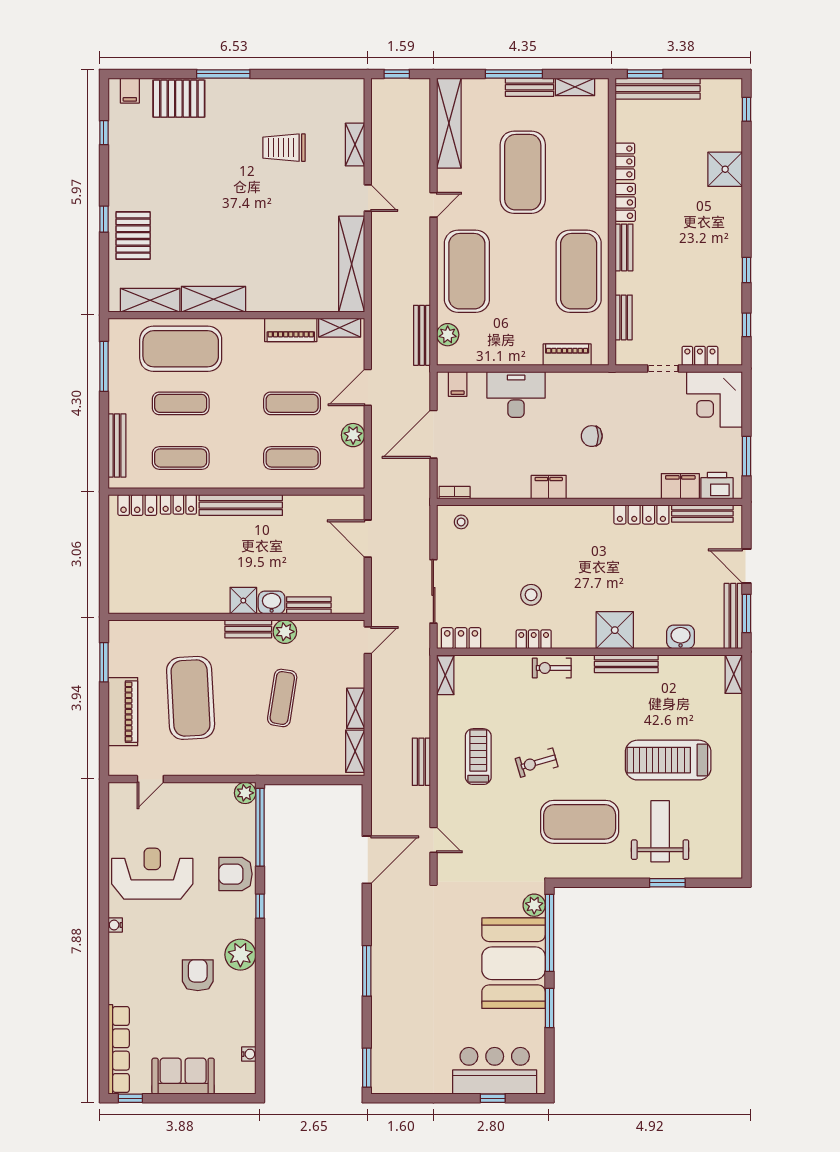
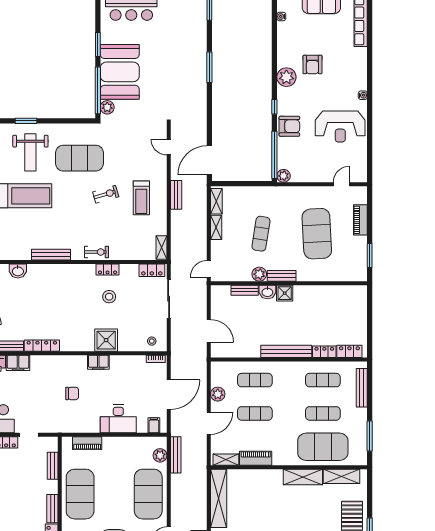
shower: (615, 630) -> (106, 340), moved
piano: (123, 712) -> (360, 220), width x0.73, depth x0.75
door: (367, 860) -> (209, 160), moved

